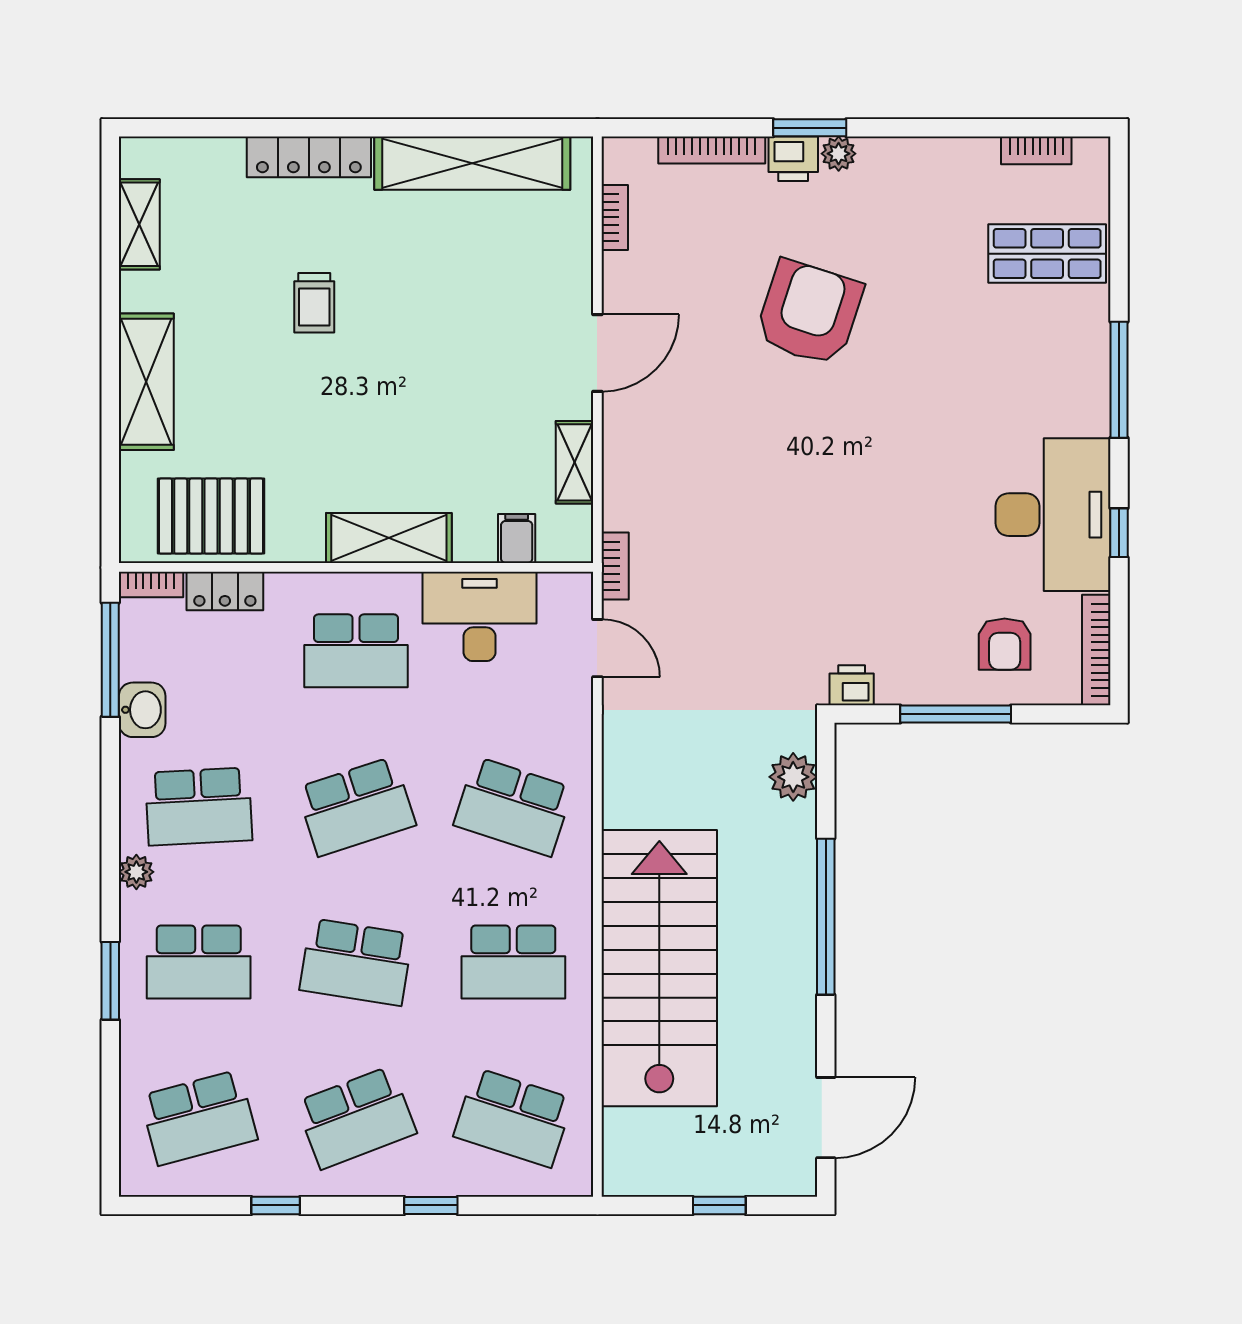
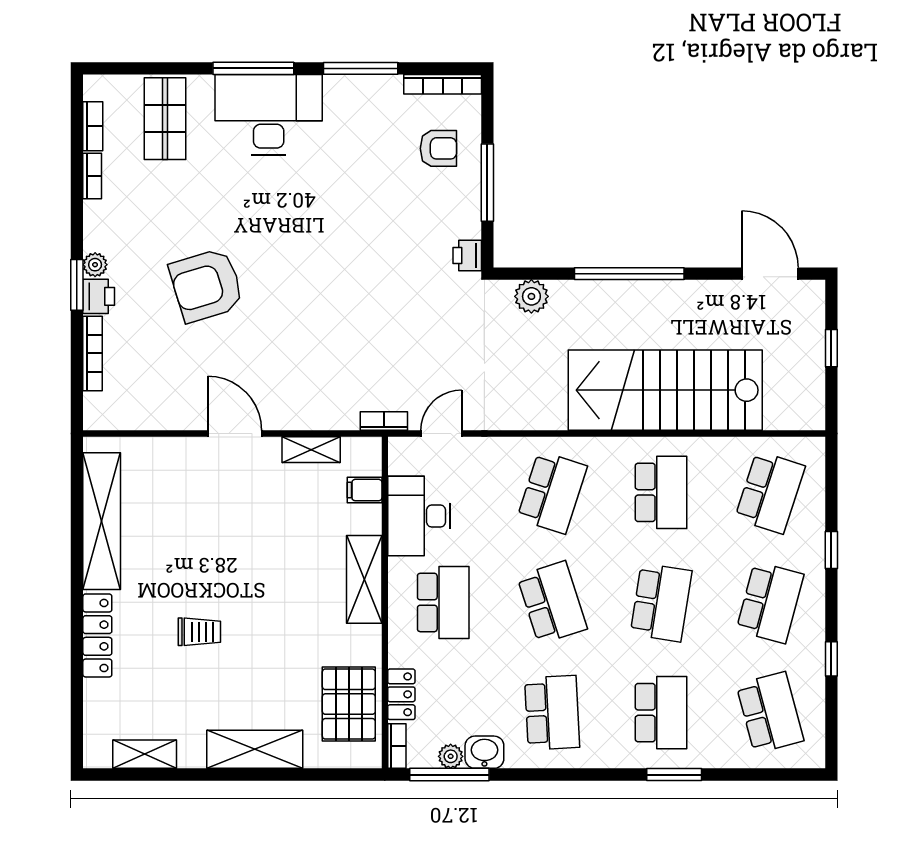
bookcase: (615, 217) -> (92, 176), moved, turned 90
armchair: (809, 313) -> (206, 285), turned -35
desk: (1053, 515) -> (269, 114), moved
window: (1119, 533) -> (361, 68), width x2.17
plant: (136, 872) -> (451, 756), moved
school desk: (356, 1118) -> (770, 602), turned 36

